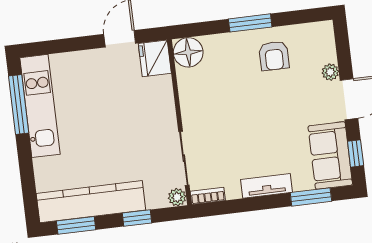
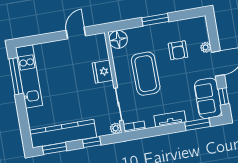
armchair: (274, 56) -> (178, 50), moved
fridge: (155, 58) -> (103, 72), moved
coffee table: (230, 110) -> (146, 74), added

